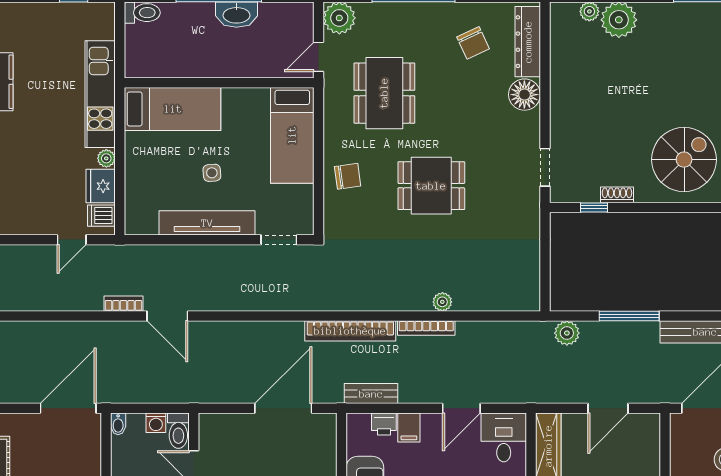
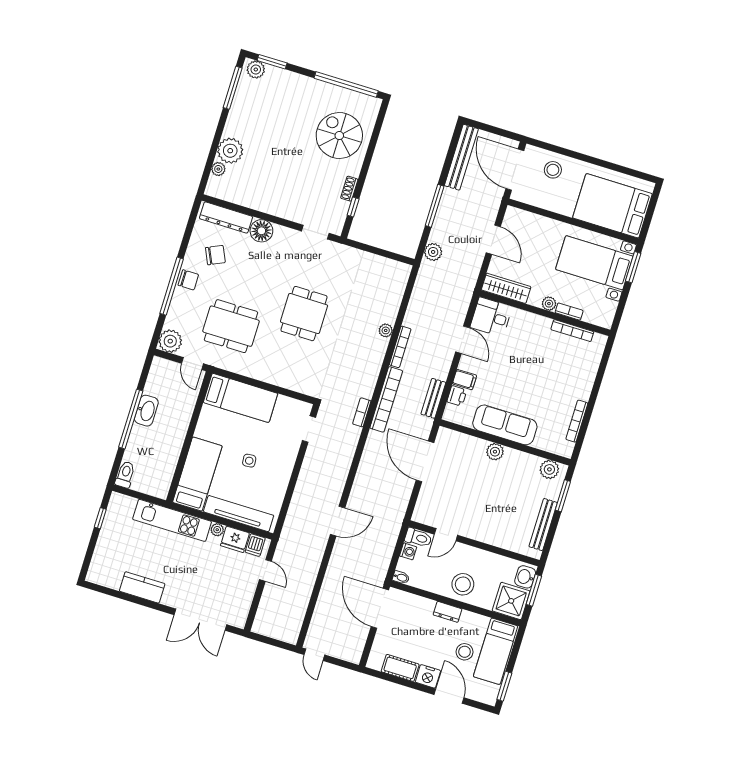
chair: (348, 176) -> (188, 280), moved, turned 98
tv unit: (207, 223) -> (239, 514), moved, turned 90
bookcase: (123, 304) -> (362, 412), moved

